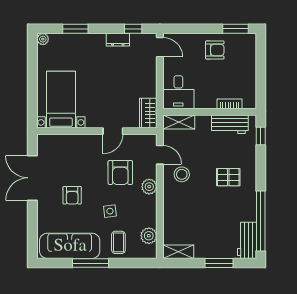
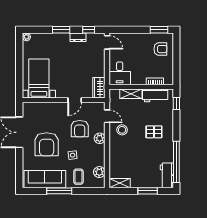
window: (75, 29) -> (61, 30), moved
armchair: (215, 50) -> (160, 49), moved
shelving: (179, 122) -> (131, 94), moved
armchair: (72, 195) -> (47, 144), width x1.88, depth x1.88

